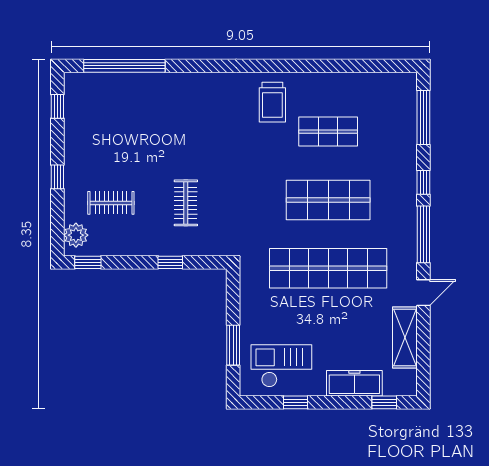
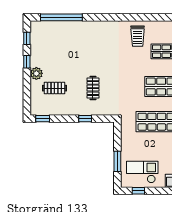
window: (57, 177) -> (27, 62), moved
plant: (76, 235) -> (36, 73), moved
window: (295, 402) -> (138, 191), moved

